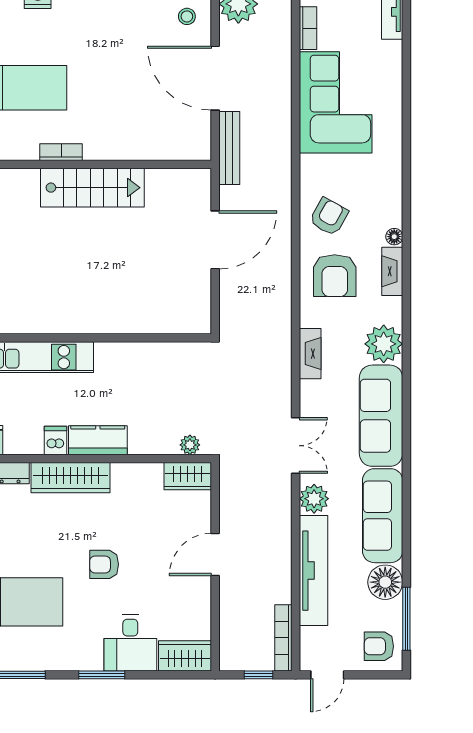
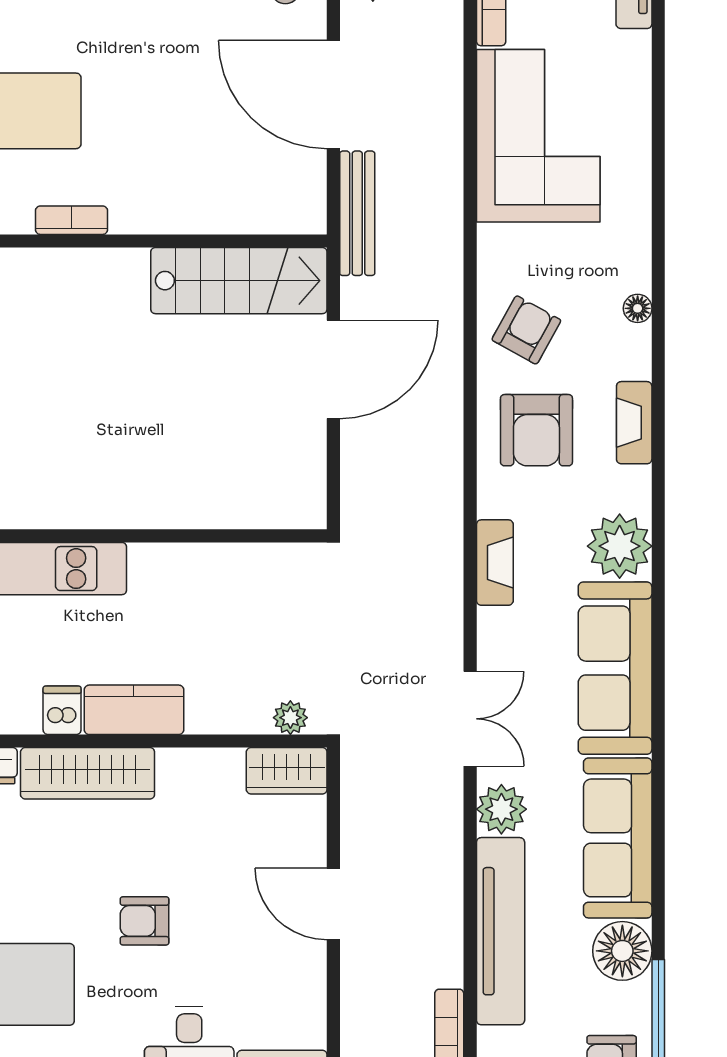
stairs: (92, 188) -> (239, 281), moved
floor lamp: (394, 237) -> (638, 308), moved
door: (215, 554) -> (333, 904), hinge flipped

